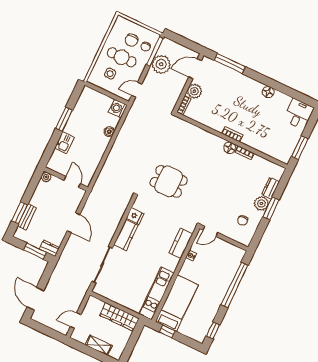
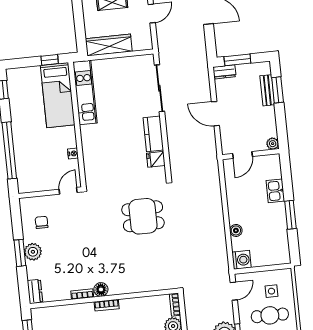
door: (72, 182) -> (243, 155), hinge flipped
dresser: (270, 188) -> (35, 291), moved
kitchen counter: (181, 243) -> (91, 160), removed

